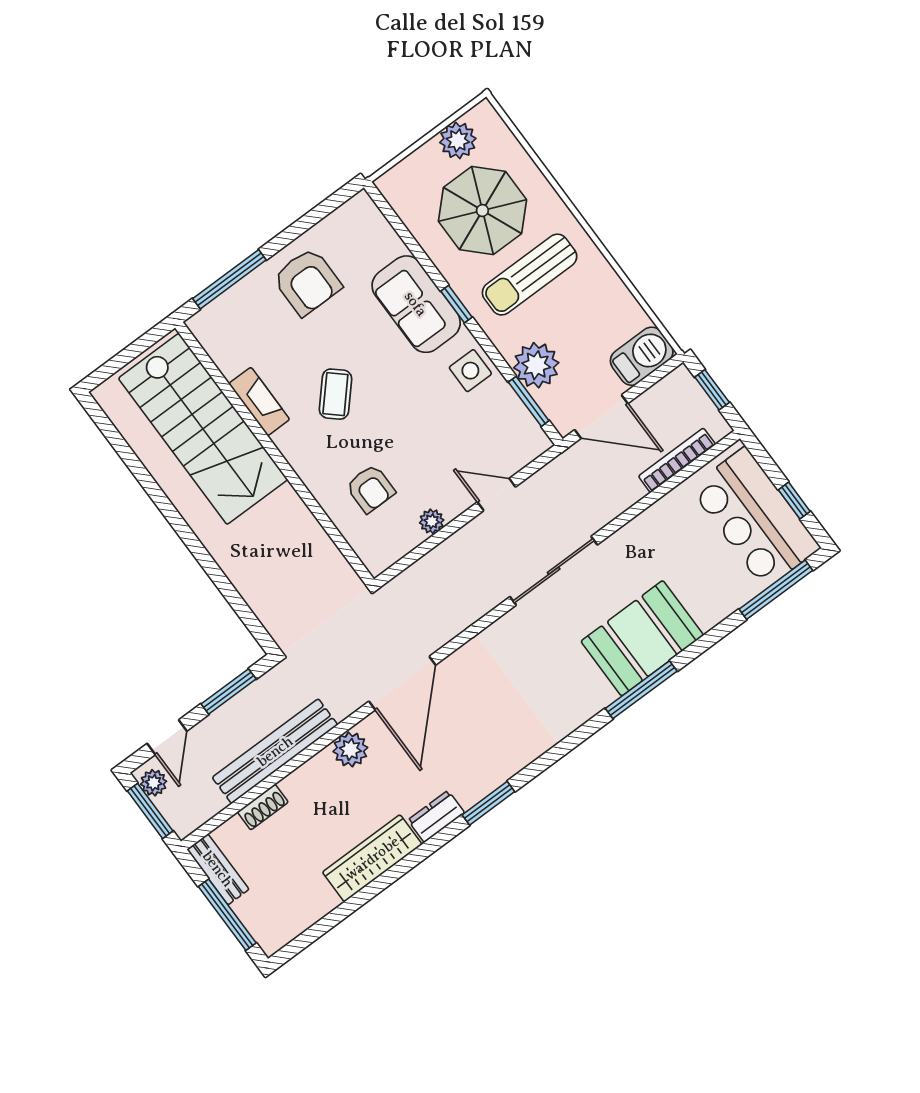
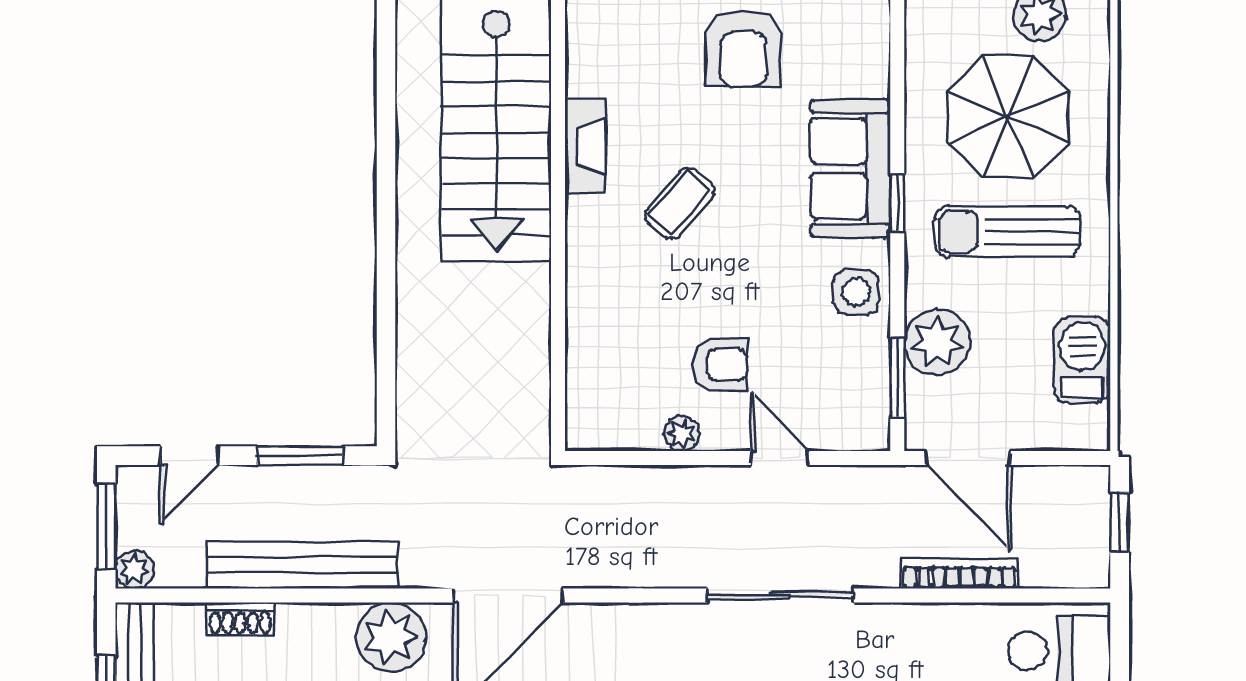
barbecue: (642, 356) -> (1082, 360), moved, turned -90
bookcase: (677, 460) -> (959, 574), moved
armchair: (370, 489) -> (720, 365), moved, turned -90
plant: (350, 750) -> (391, 637), width x1.36, depth x1.36
plant: (154, 783) -> (134, 570), moved

